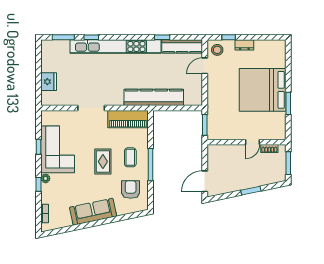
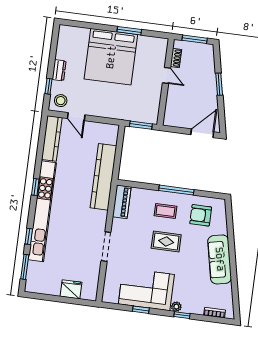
window: (162, 37) -> (35, 187), moved
piano: (128, 119) -> (122, 202), width x0.73, depth x0.75
door: (205, 181) -> (202, 133), swing flipped

